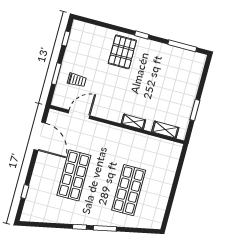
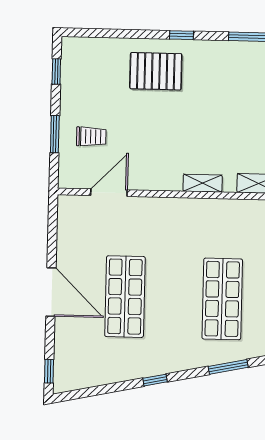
pallet: (122, 52) -> (156, 71), turned 90
door: (40, 136) -> (51, 292), moved
window: (25, 192) -> (49, 371), moved
window: (105, 228) -> (228, 367), moved

